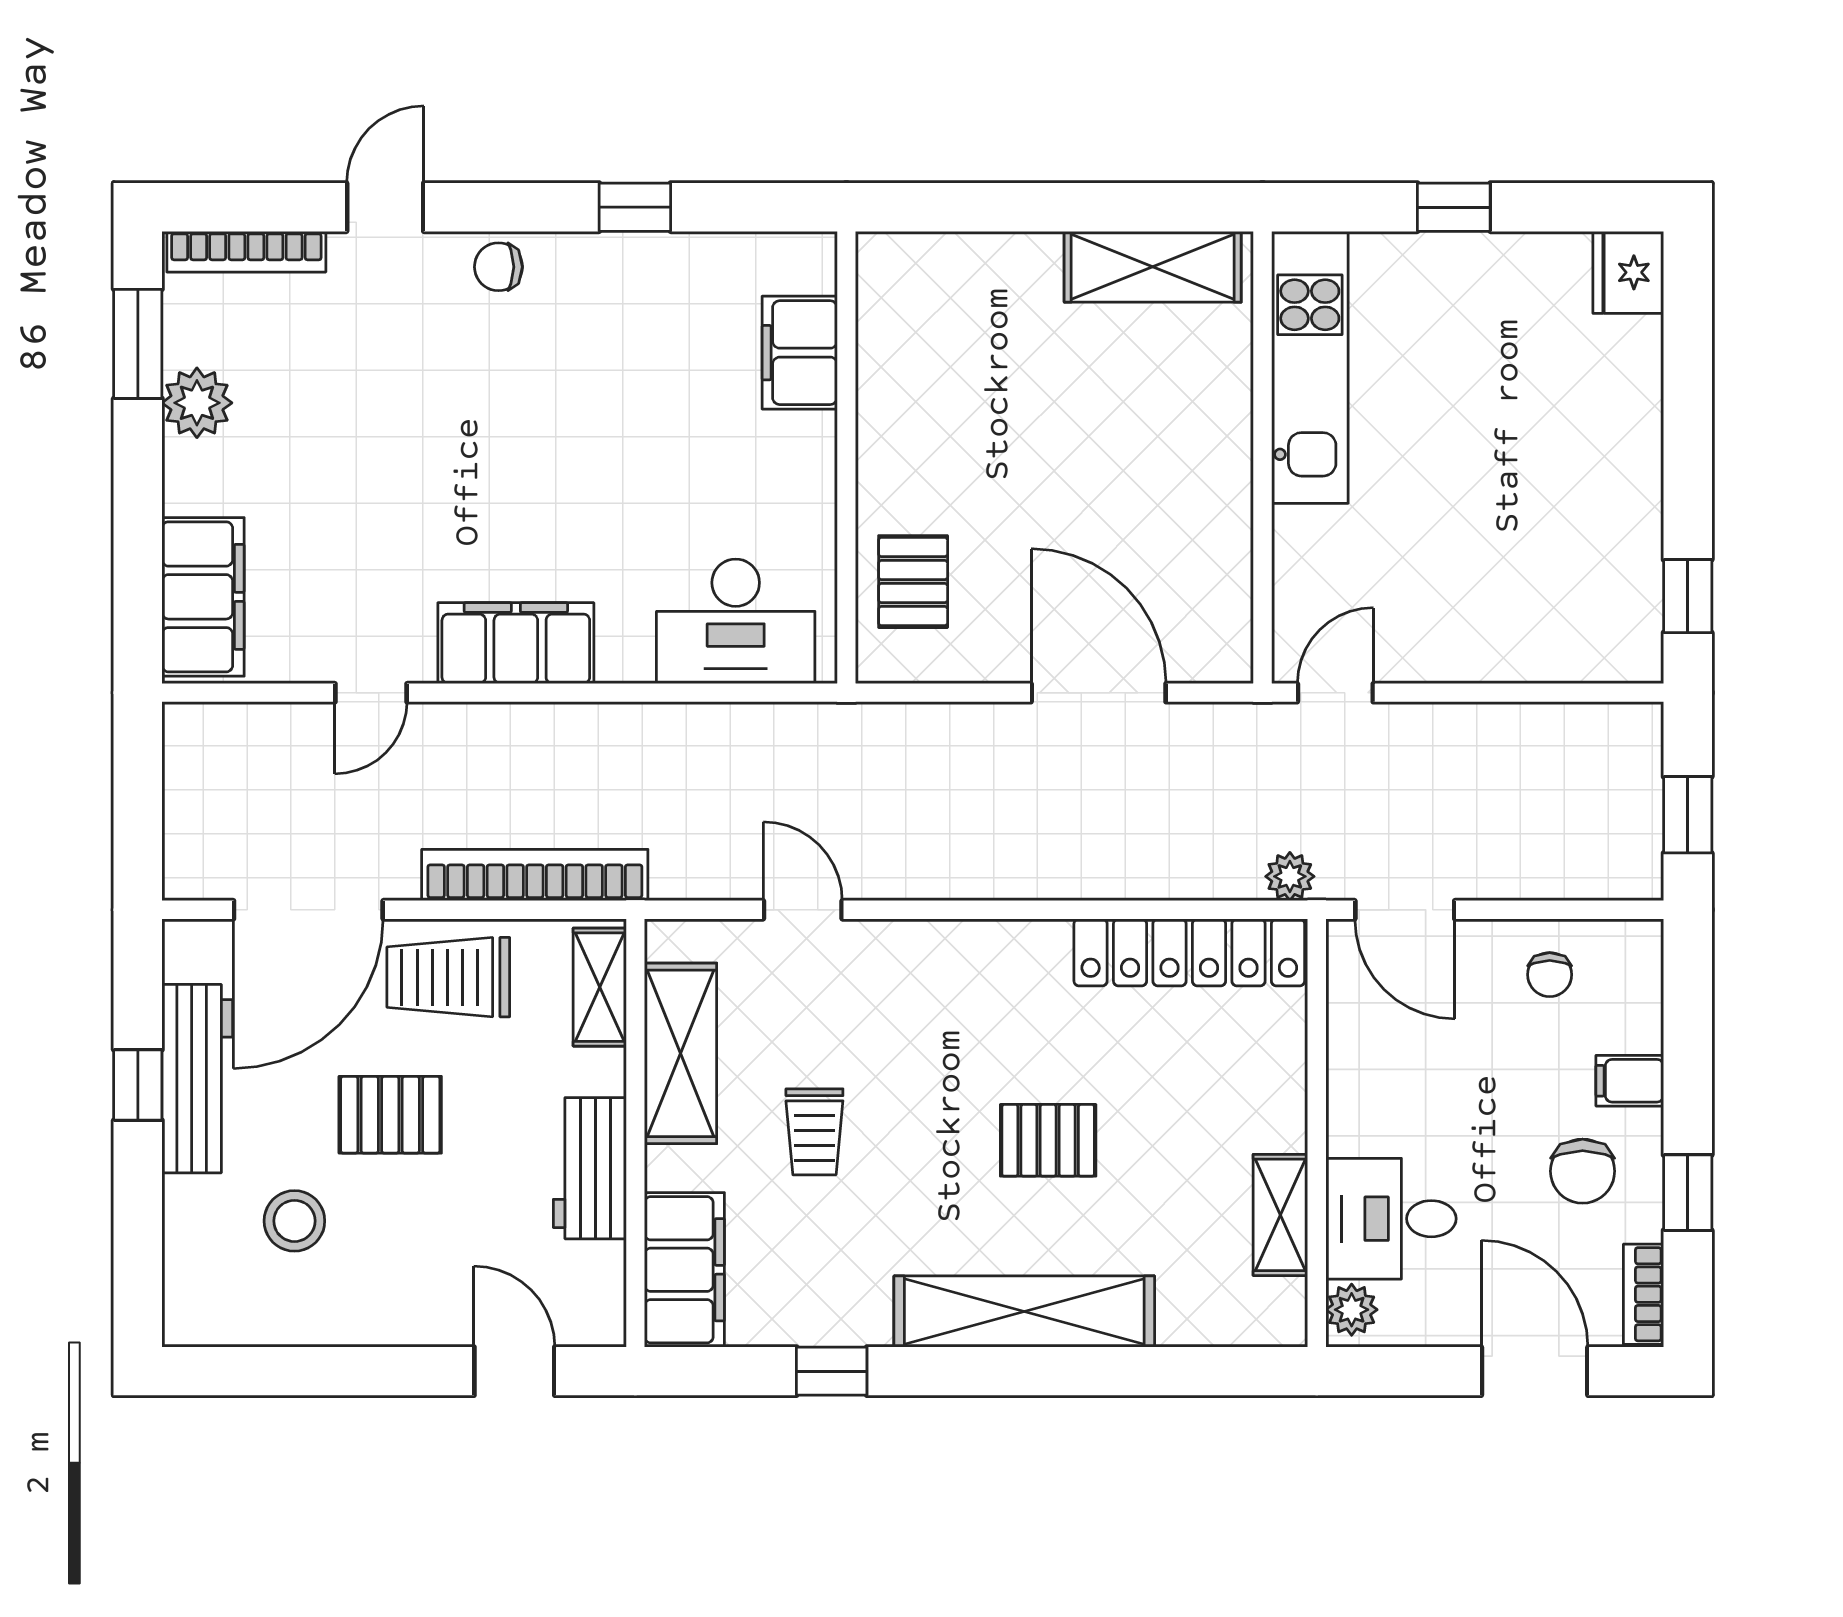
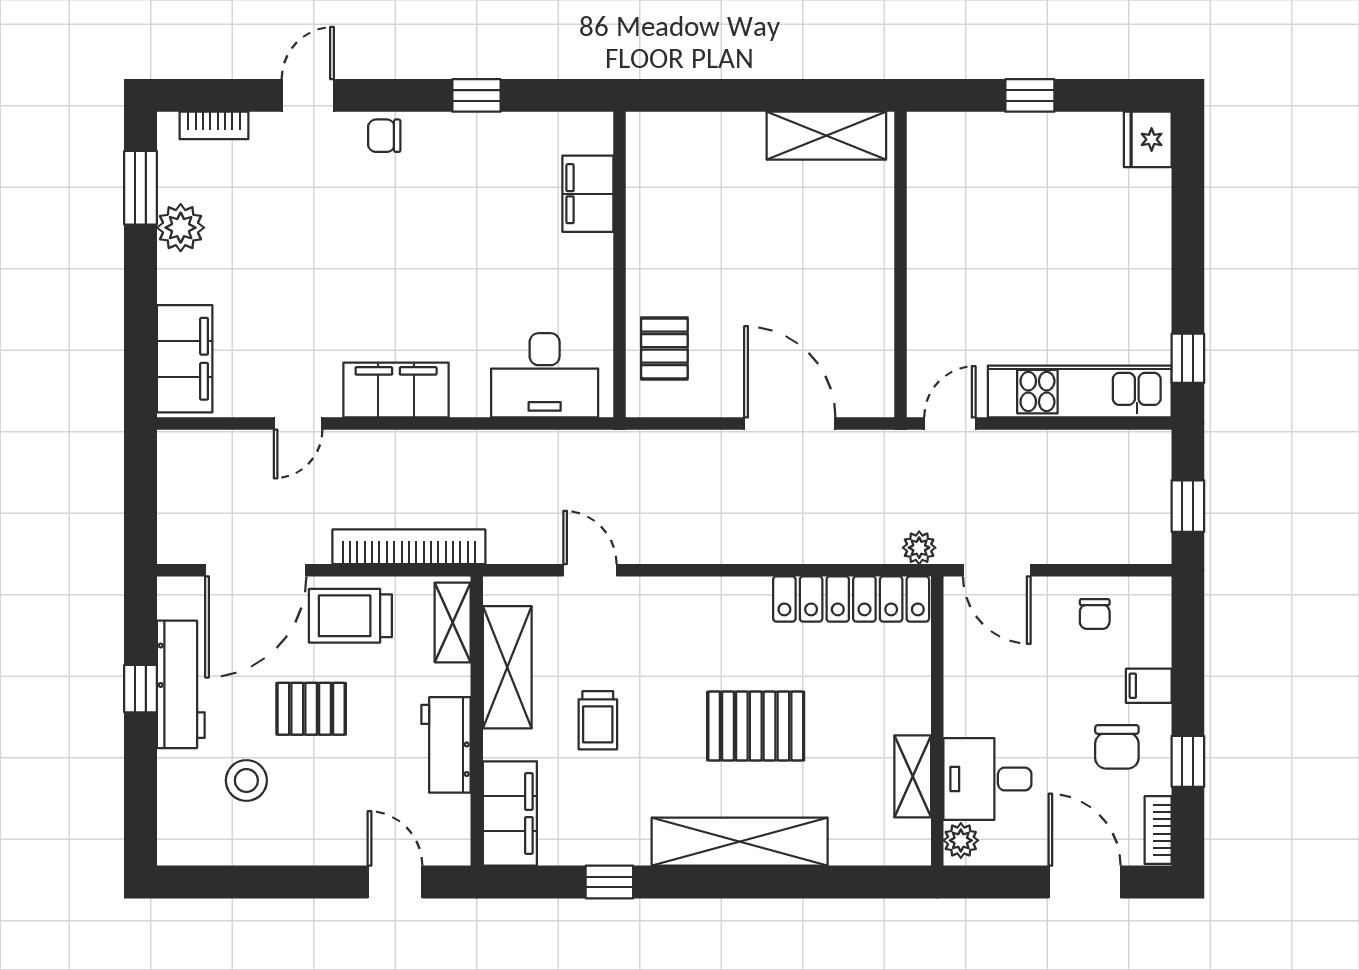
bookcase: (246, 252) -> (214, 125), width x0.64
kitchen unit: (1310, 367) -> (1080, 392), moved, turned -90
pallet: (1048, 1140) -> (756, 726), width x1.50, depth x1.42

